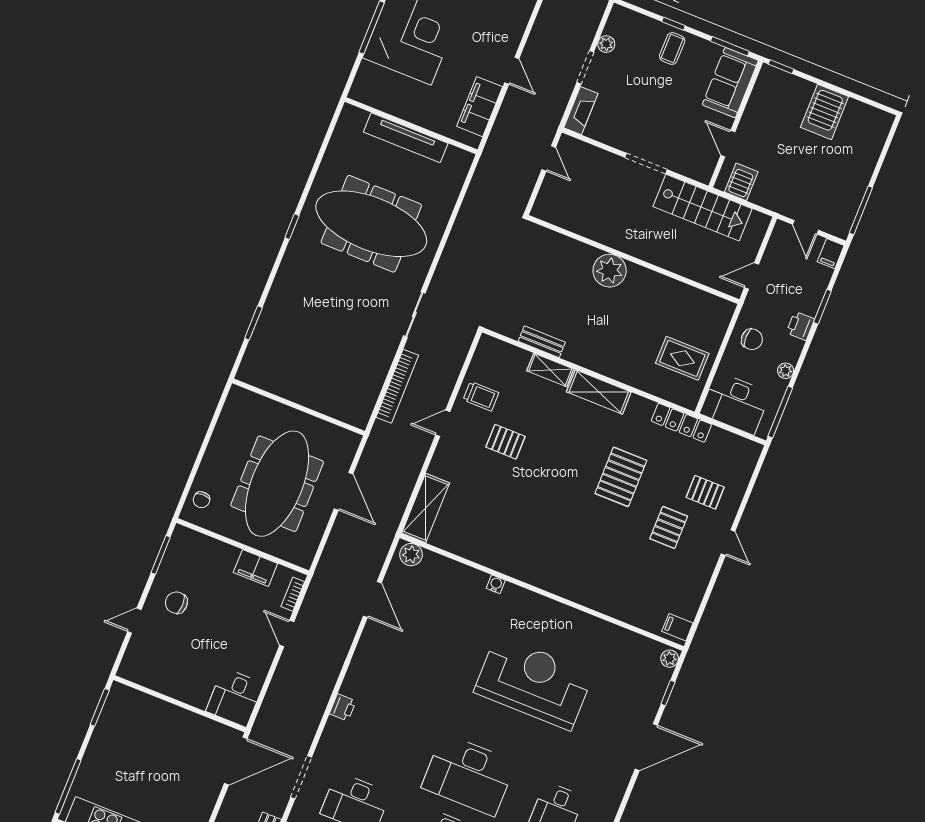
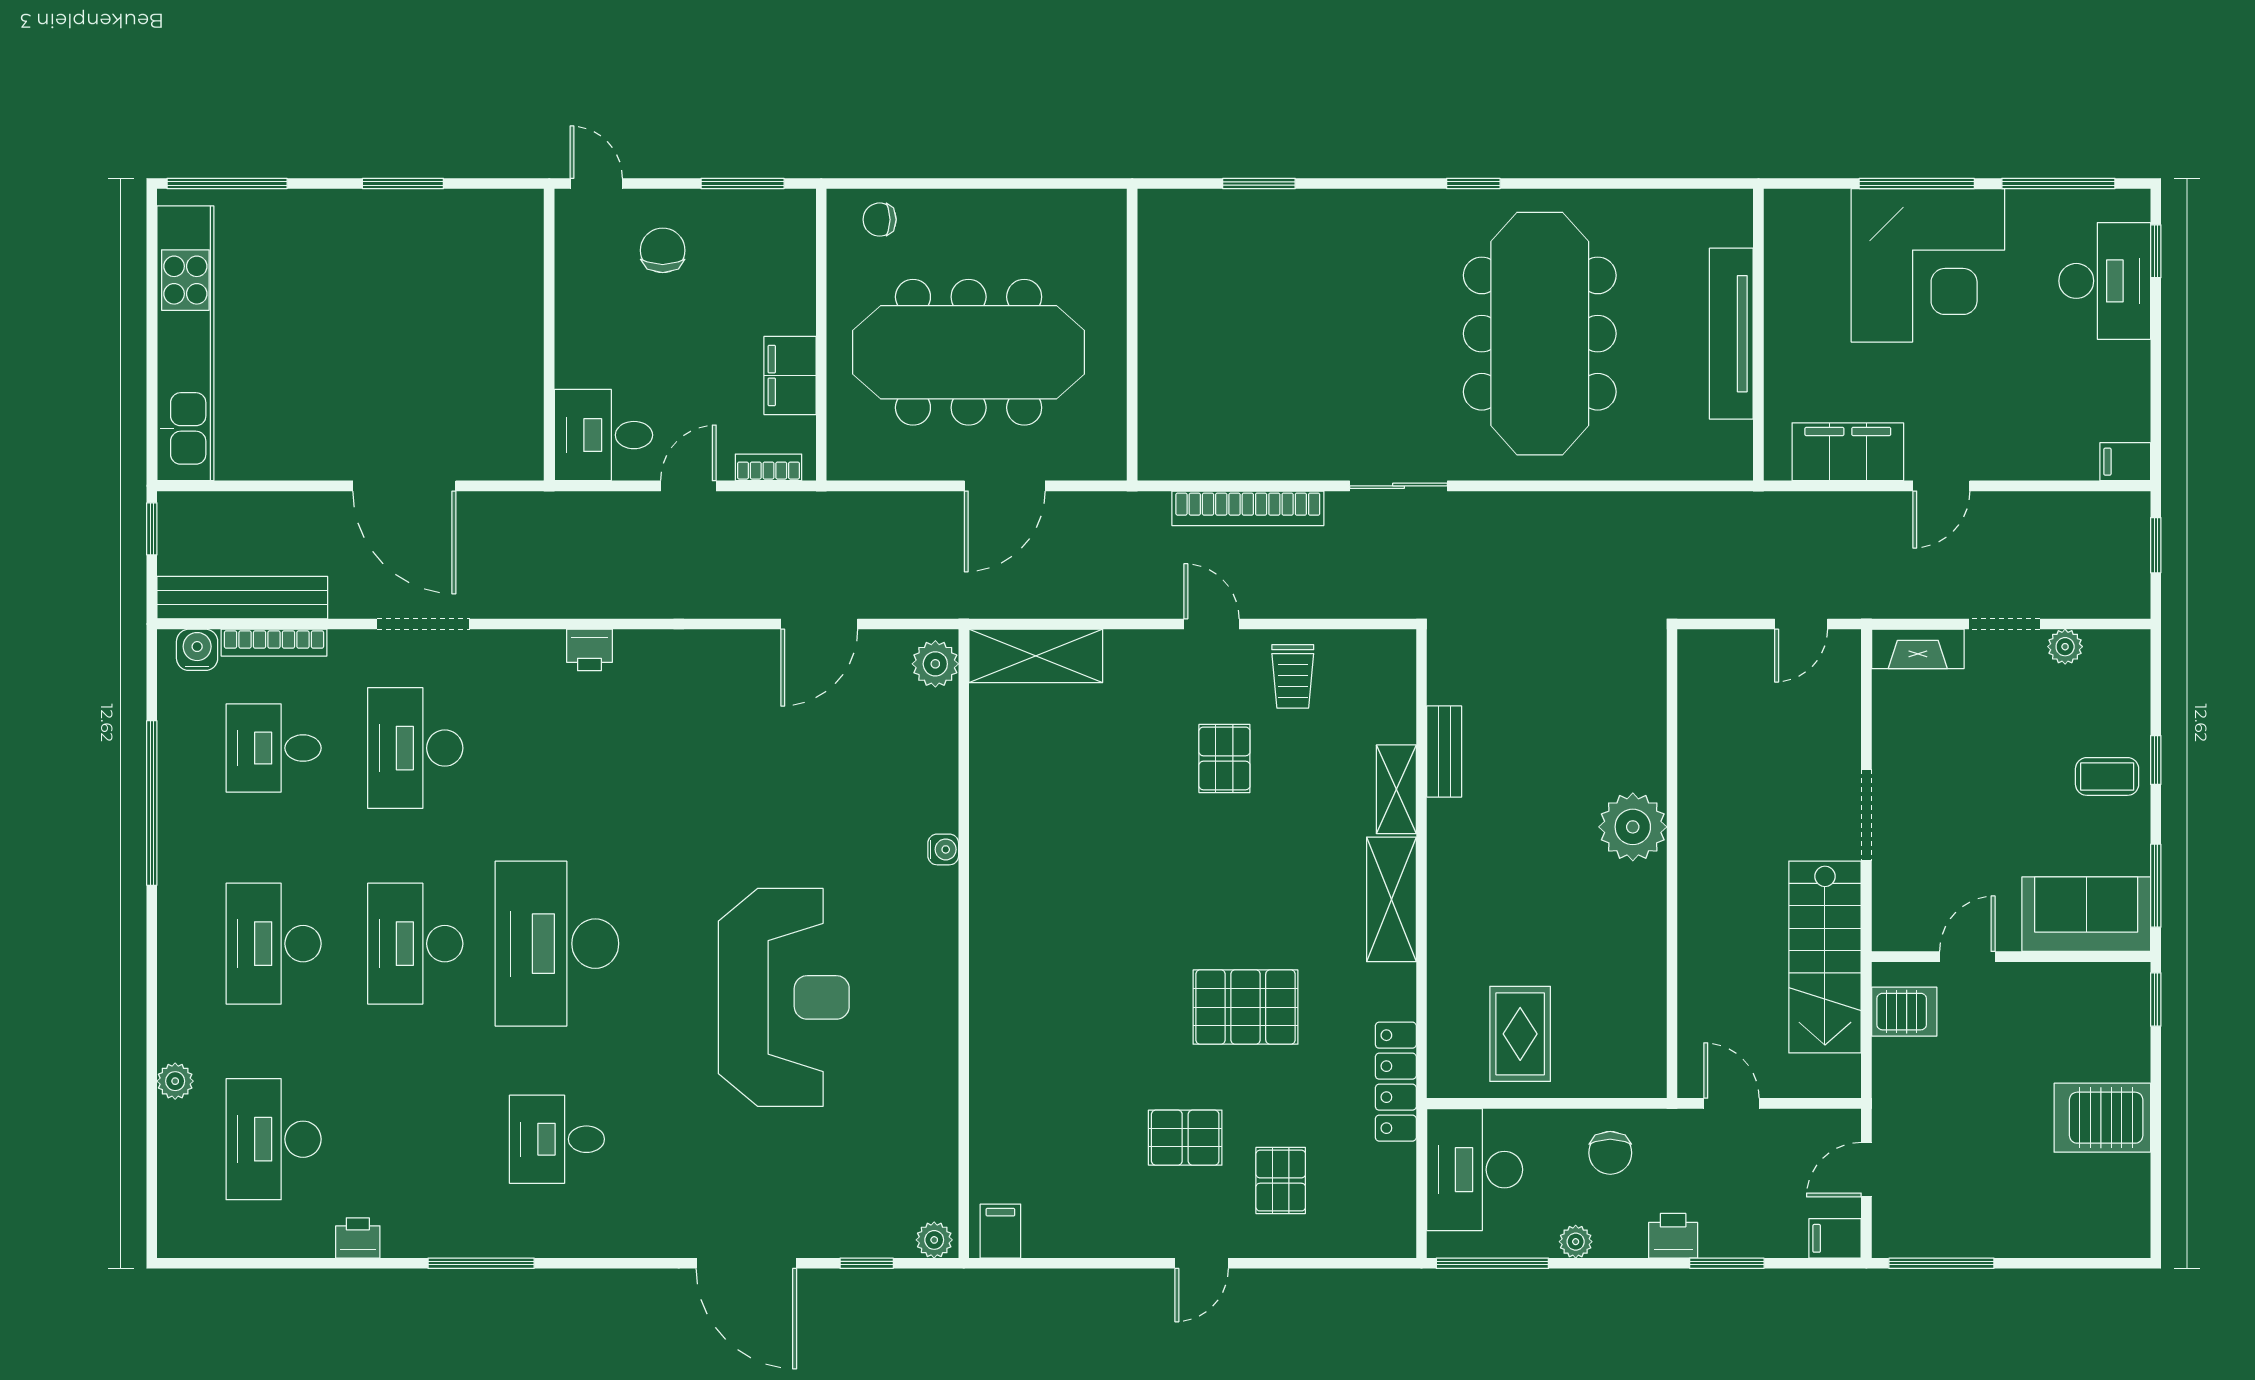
desk: (235, 697) -> (603, 435), moved
wall: (180, 704) -> (549, 335), moved

